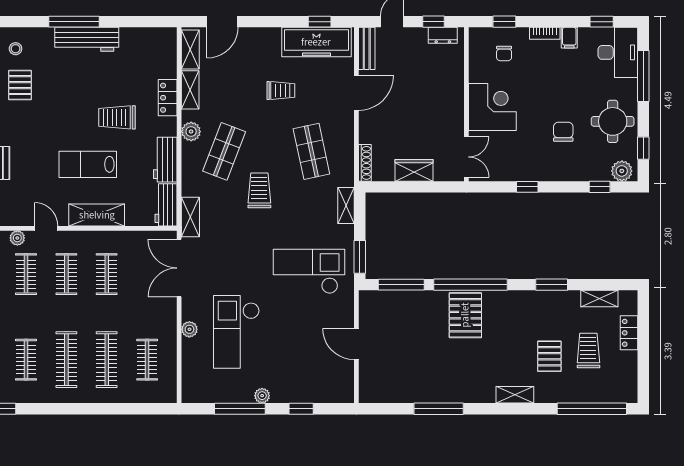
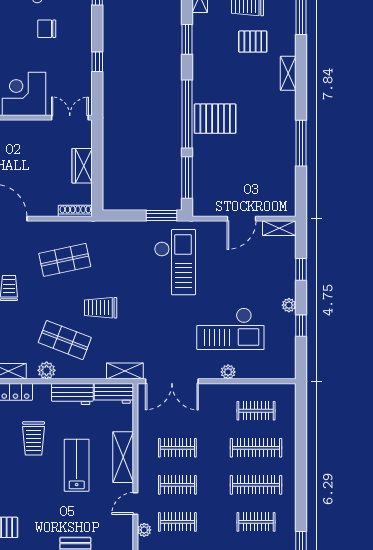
lab bench: (88, 164) -> (77, 465), turned 180
shelving: (346, 205) -> (279, 228), moved
checkout: (309, 271) -> (175, 262), turned 180
window: (240, 409) -> (301, 326), width x0.46

